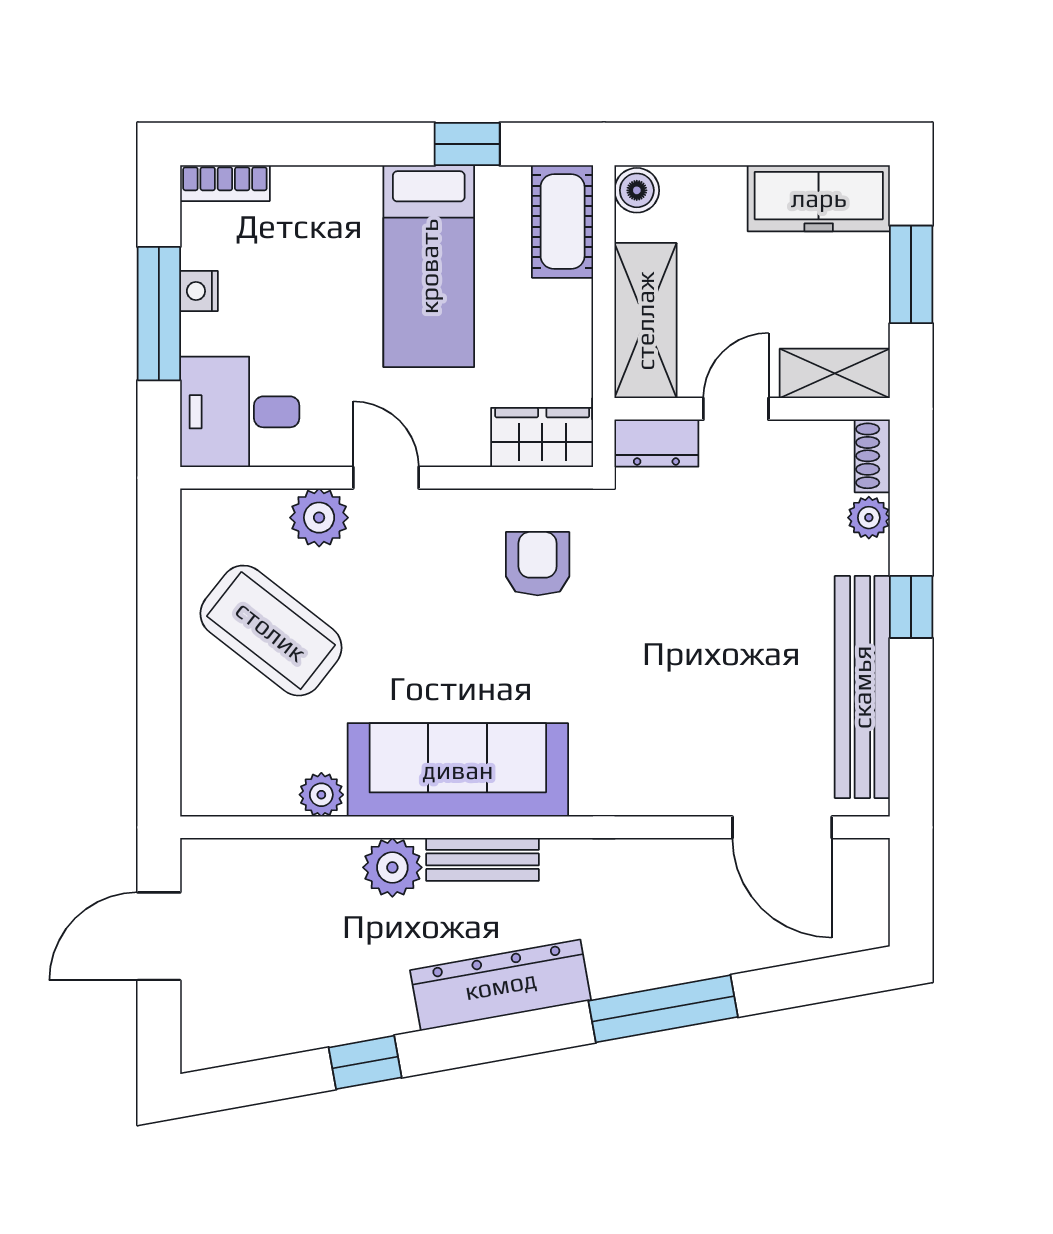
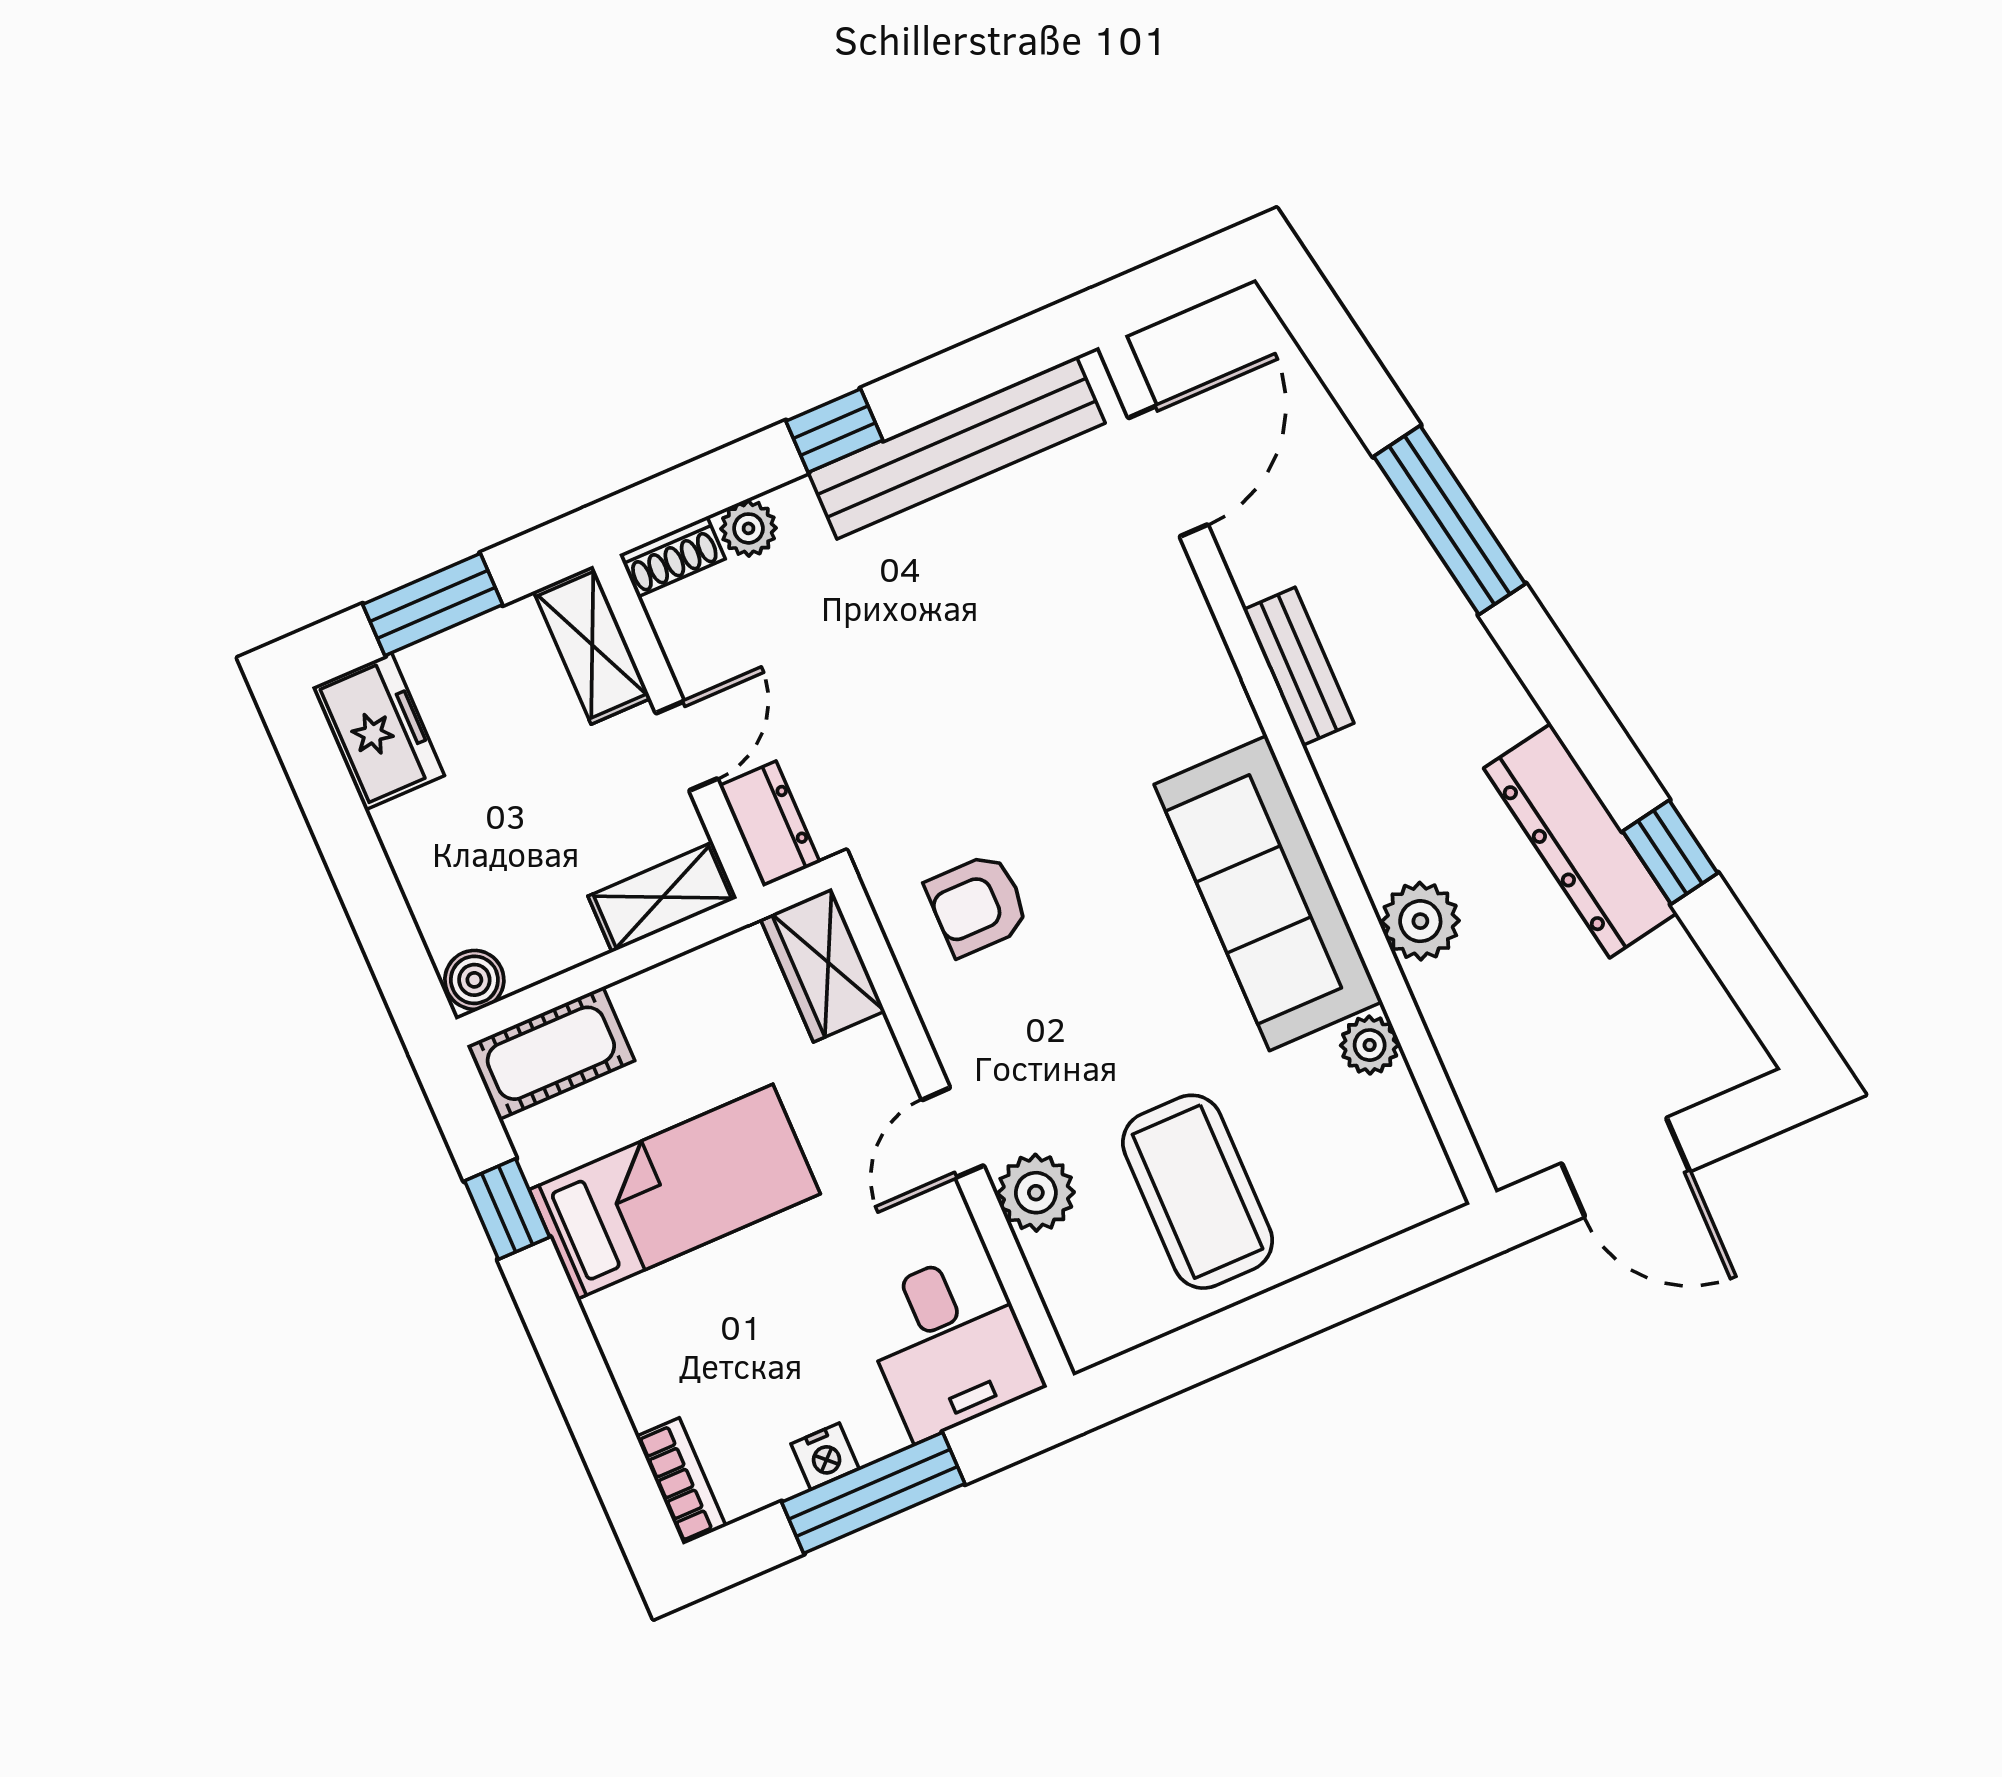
freezer: (819, 198) -> (378, 731), width x0.71
shelving: (645, 321) -> (663, 897), width x0.67, depth x0.75
door: (736, 409) -> (687, 746), swing flipped
coffee table: (271, 631) -> (1198, 1192), turned -38
bench: (482, 859) -> (1299, 666), moved
dresser: (501, 985) -> (1580, 841), moved

